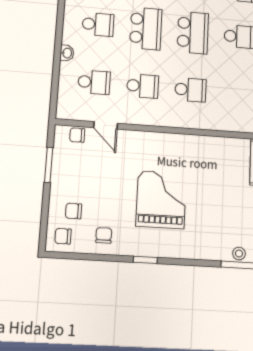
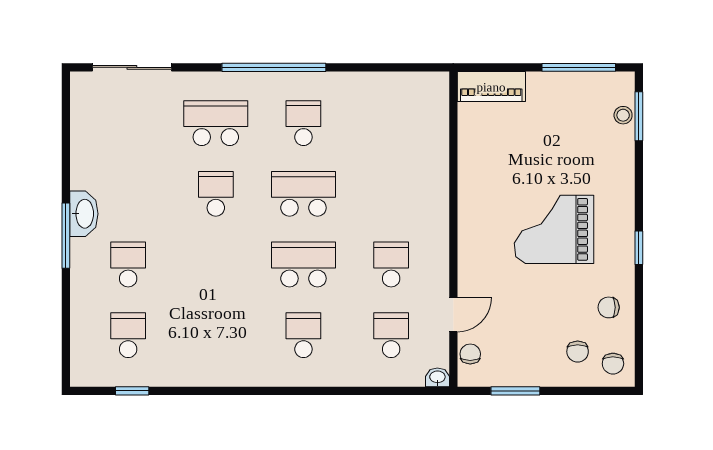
washbasin: (67, 53) -> (437, 377), moved
school desk: (190, 90) -> (391, 194), removed
chair: (77, 135) -> (470, 354), turned 180

